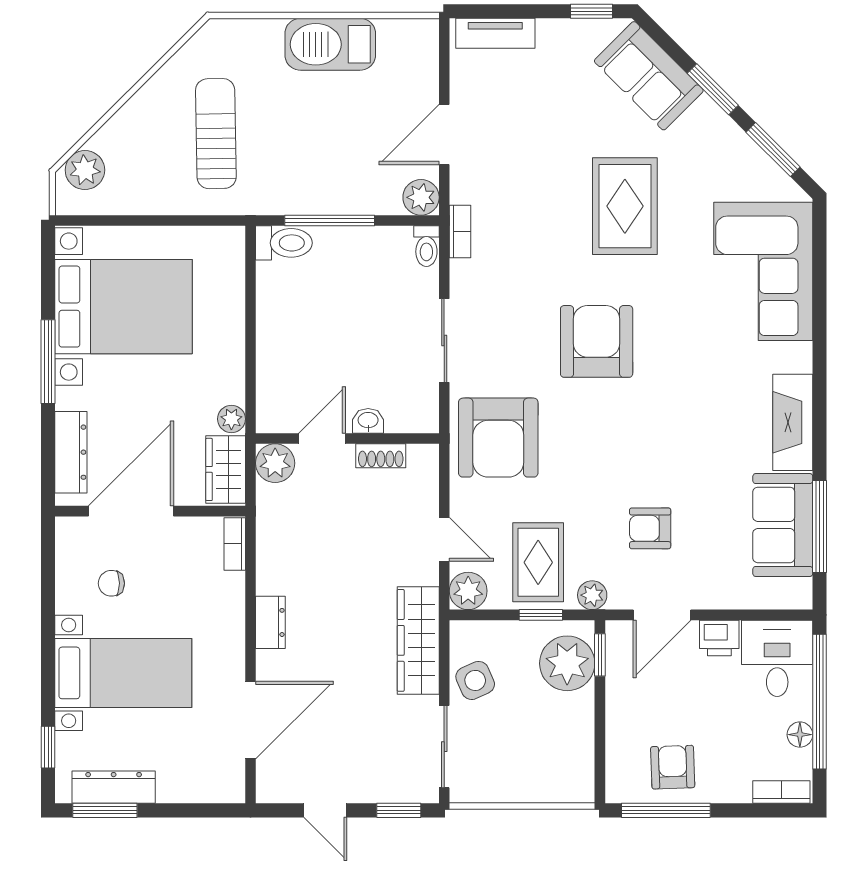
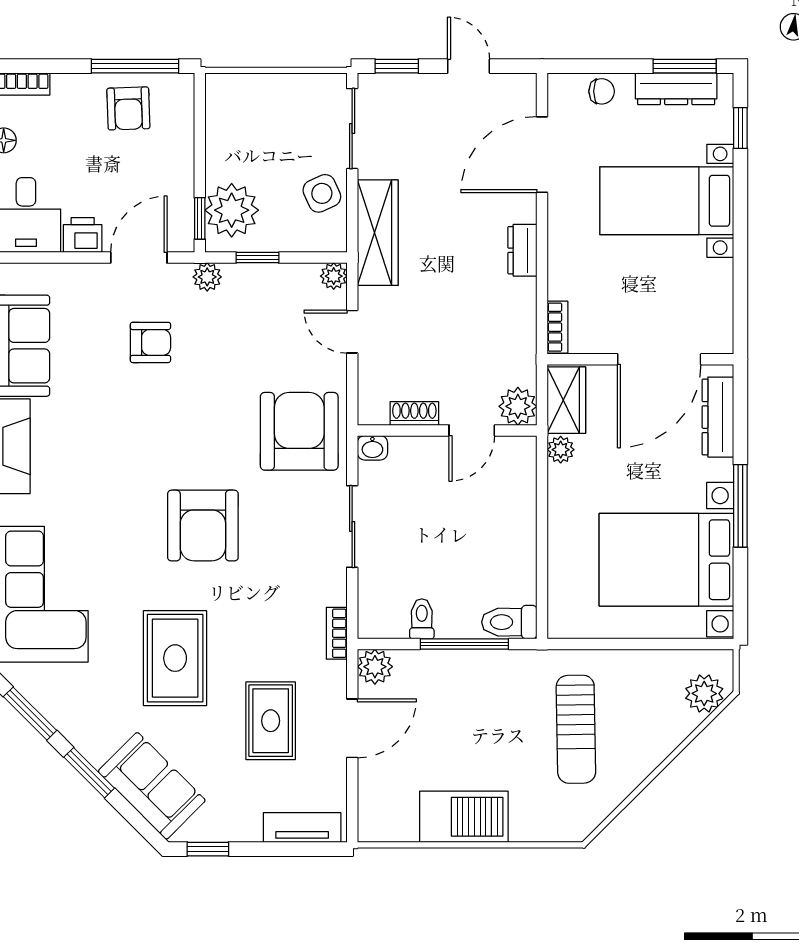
toilet: (426, 246) -> (422, 619), moved
washbasin: (368, 421) -> (372, 448), moved
rug: (538, 562) -> (271, 721), moved
chair: (111, 583) -> (602, 91), moved
plant: (468, 591) -> (334, 276), width x0.73, depth x0.73

